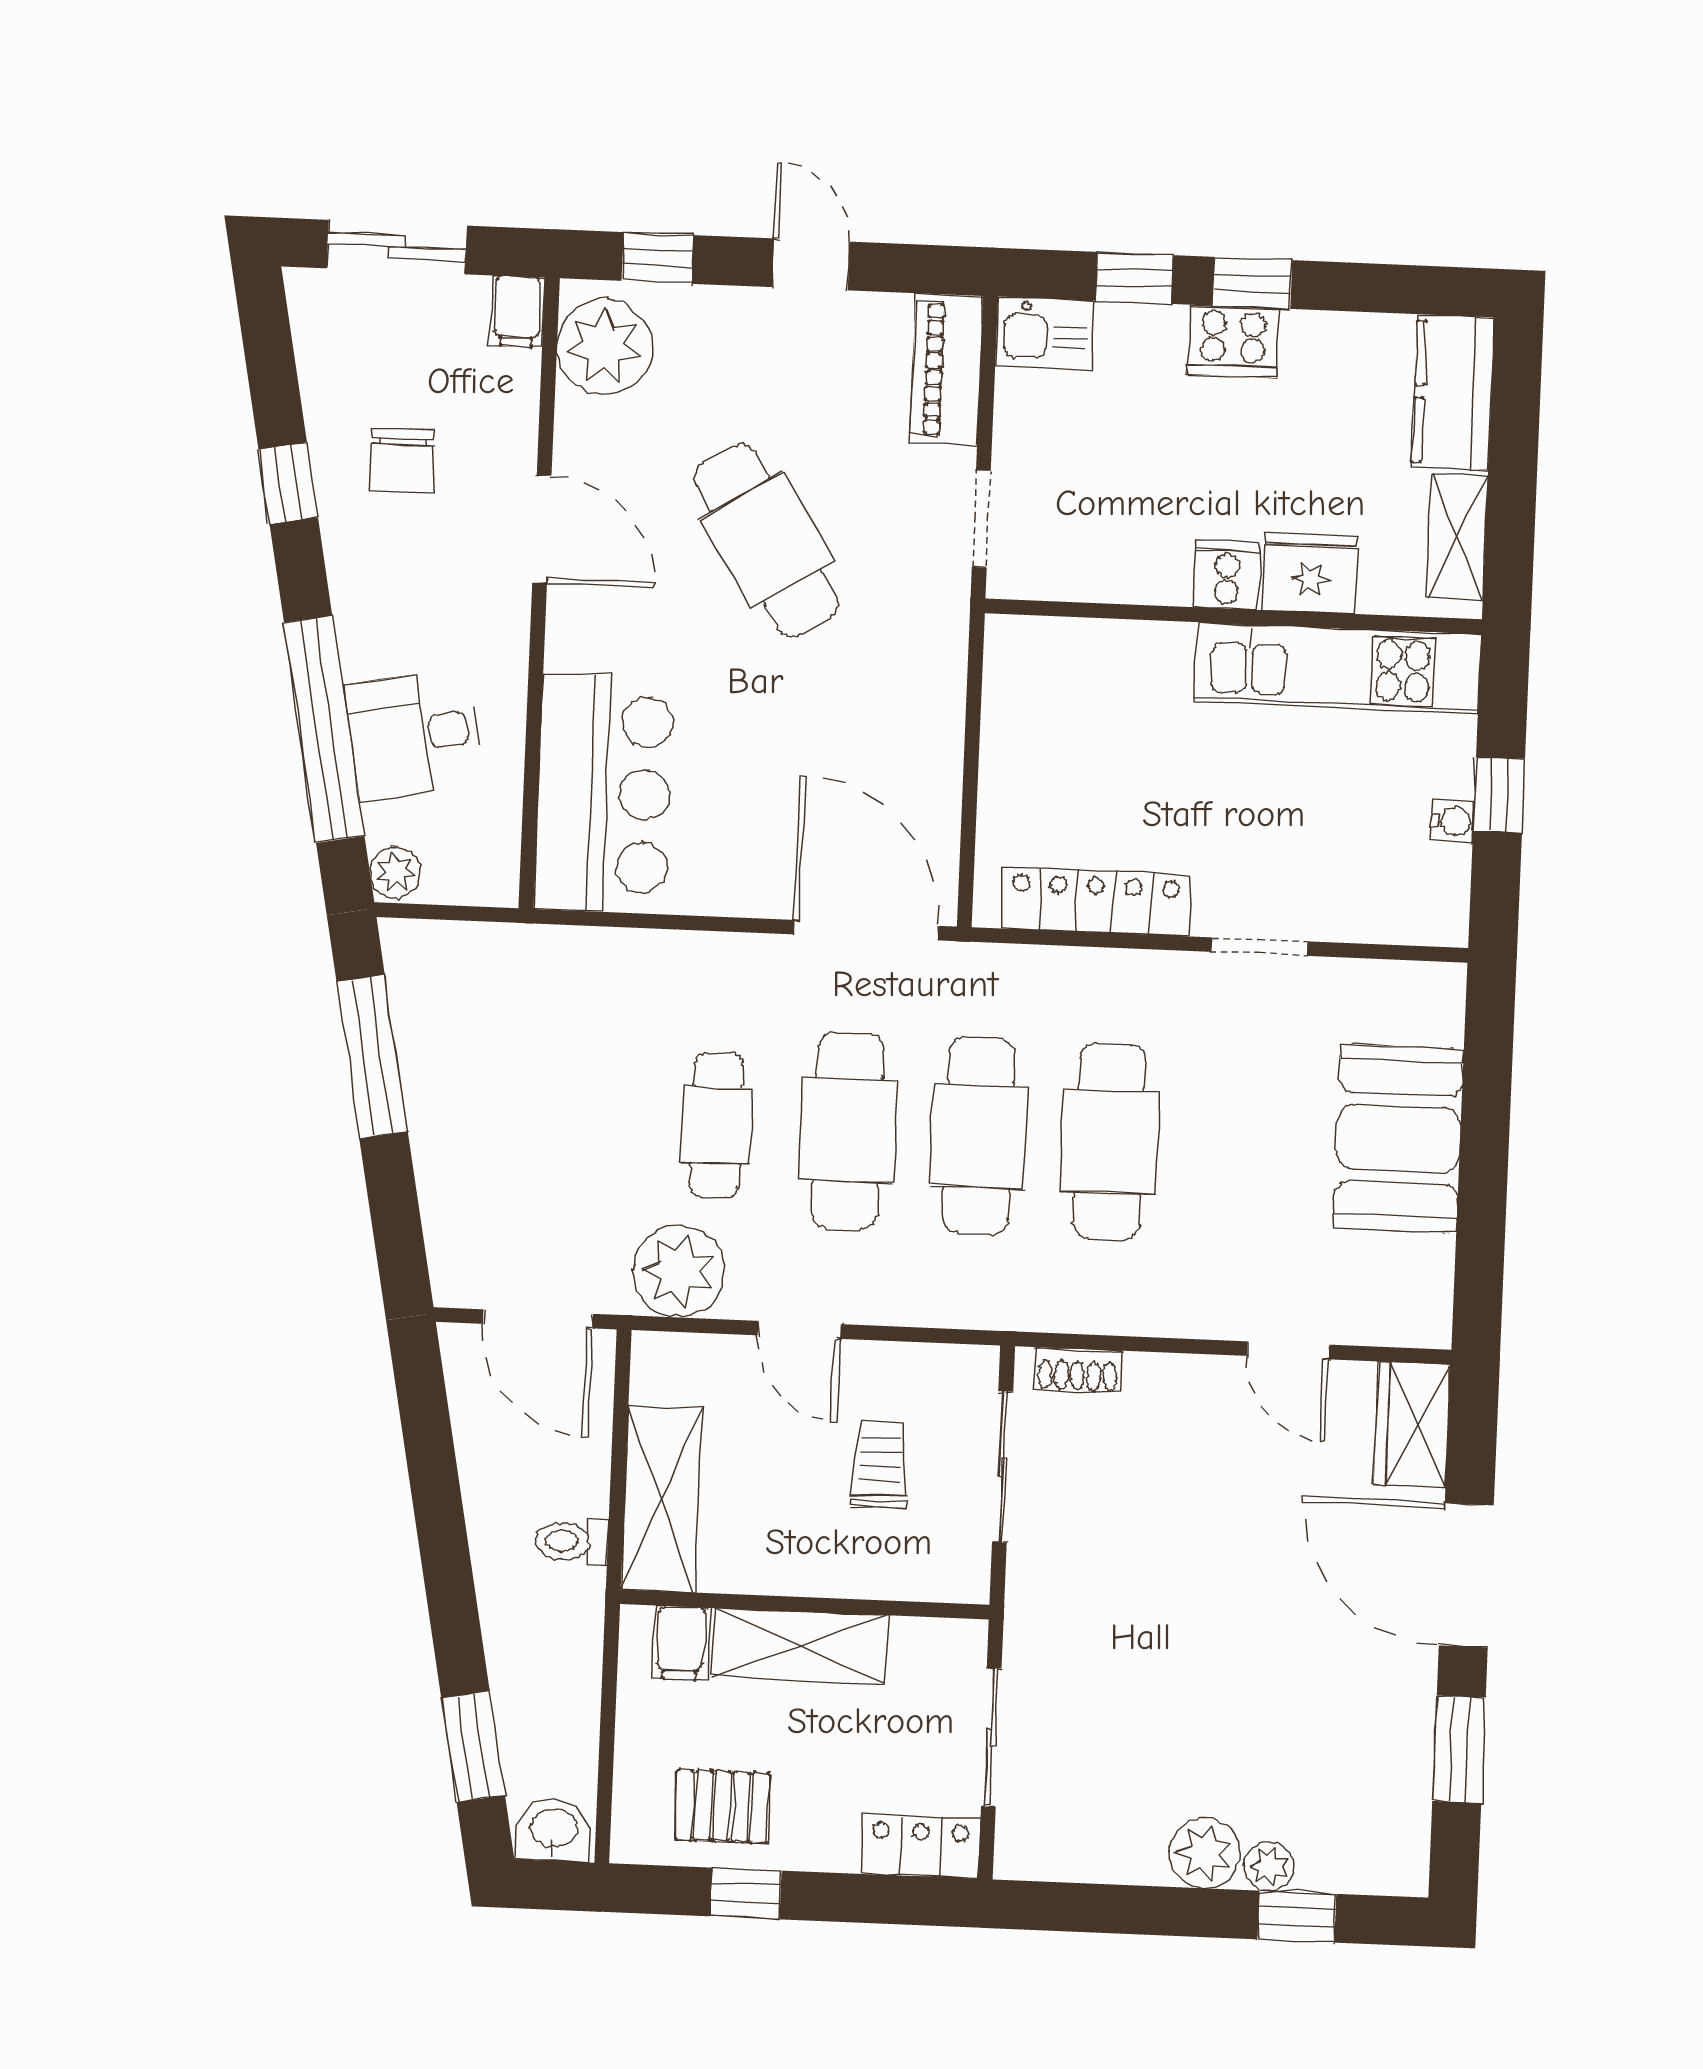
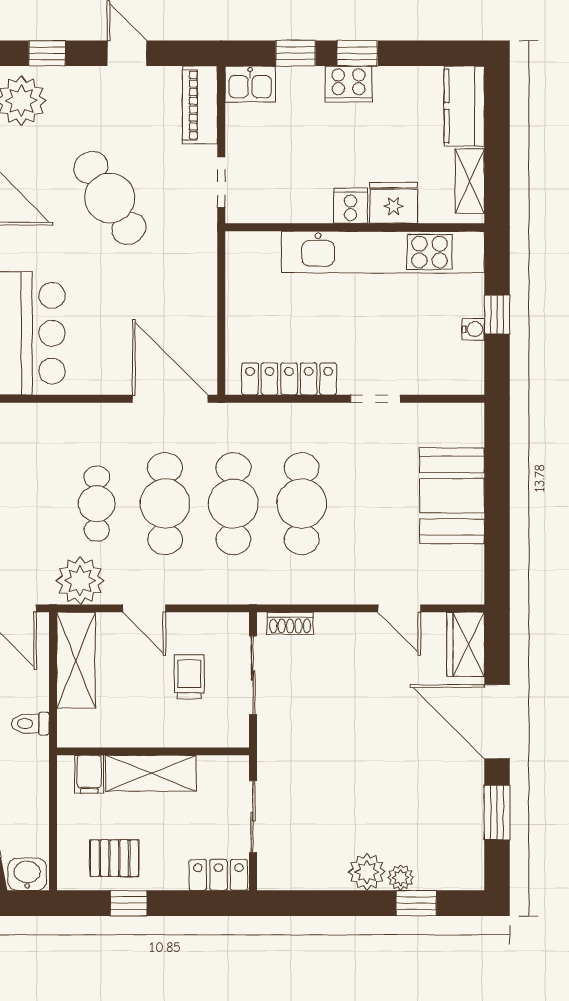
kitchen unit: (1337, 668) -> (383, 252), width x1.36
shelving: (661, 1499) -> (76, 660), moved

